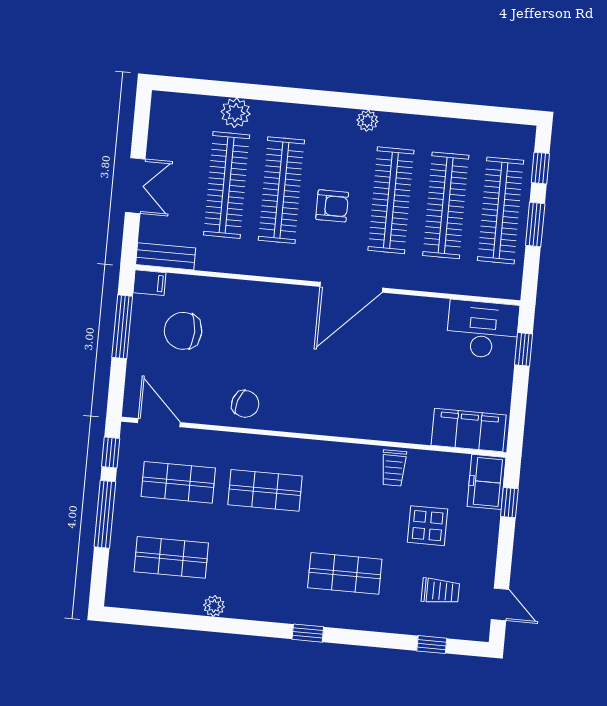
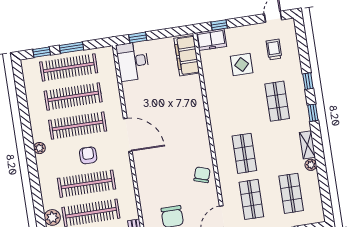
trolley: (394, 468) -> (216, 90), removed
shelving: (252, 609) -> (307, 145), added
window: (432, 645) -> (308, 81), moved

